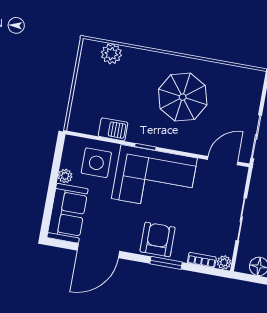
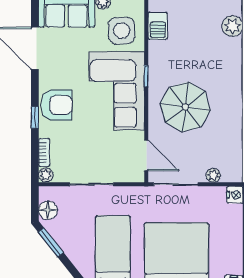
parasol: (183, 97) -> (185, 107), moved
plant: (254, 99) -> (213, 175), added
barbecue: (113, 129) -> (158, 26), moved
window: (166, 263) -> (35, 117), width x0.67

